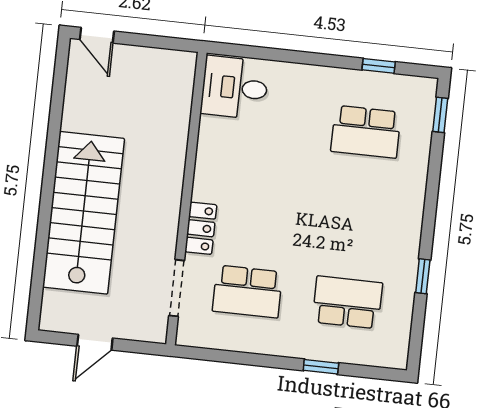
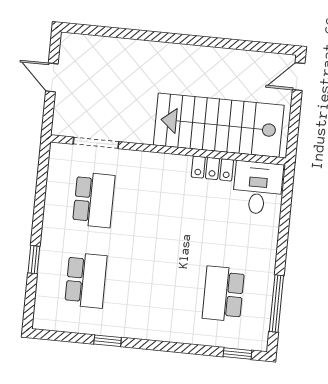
window: (379, 66) -> (276, 304), width x2.17
stairs: (83, 213) -> (219, 125), moved, turned 180
locker: (201, 228) -> (212, 168), moved
school desk: (247, 292) -> (94, 200), turned 180

